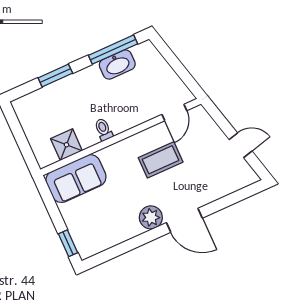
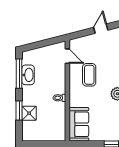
shower: (66, 145) -> (29, 113), moved

